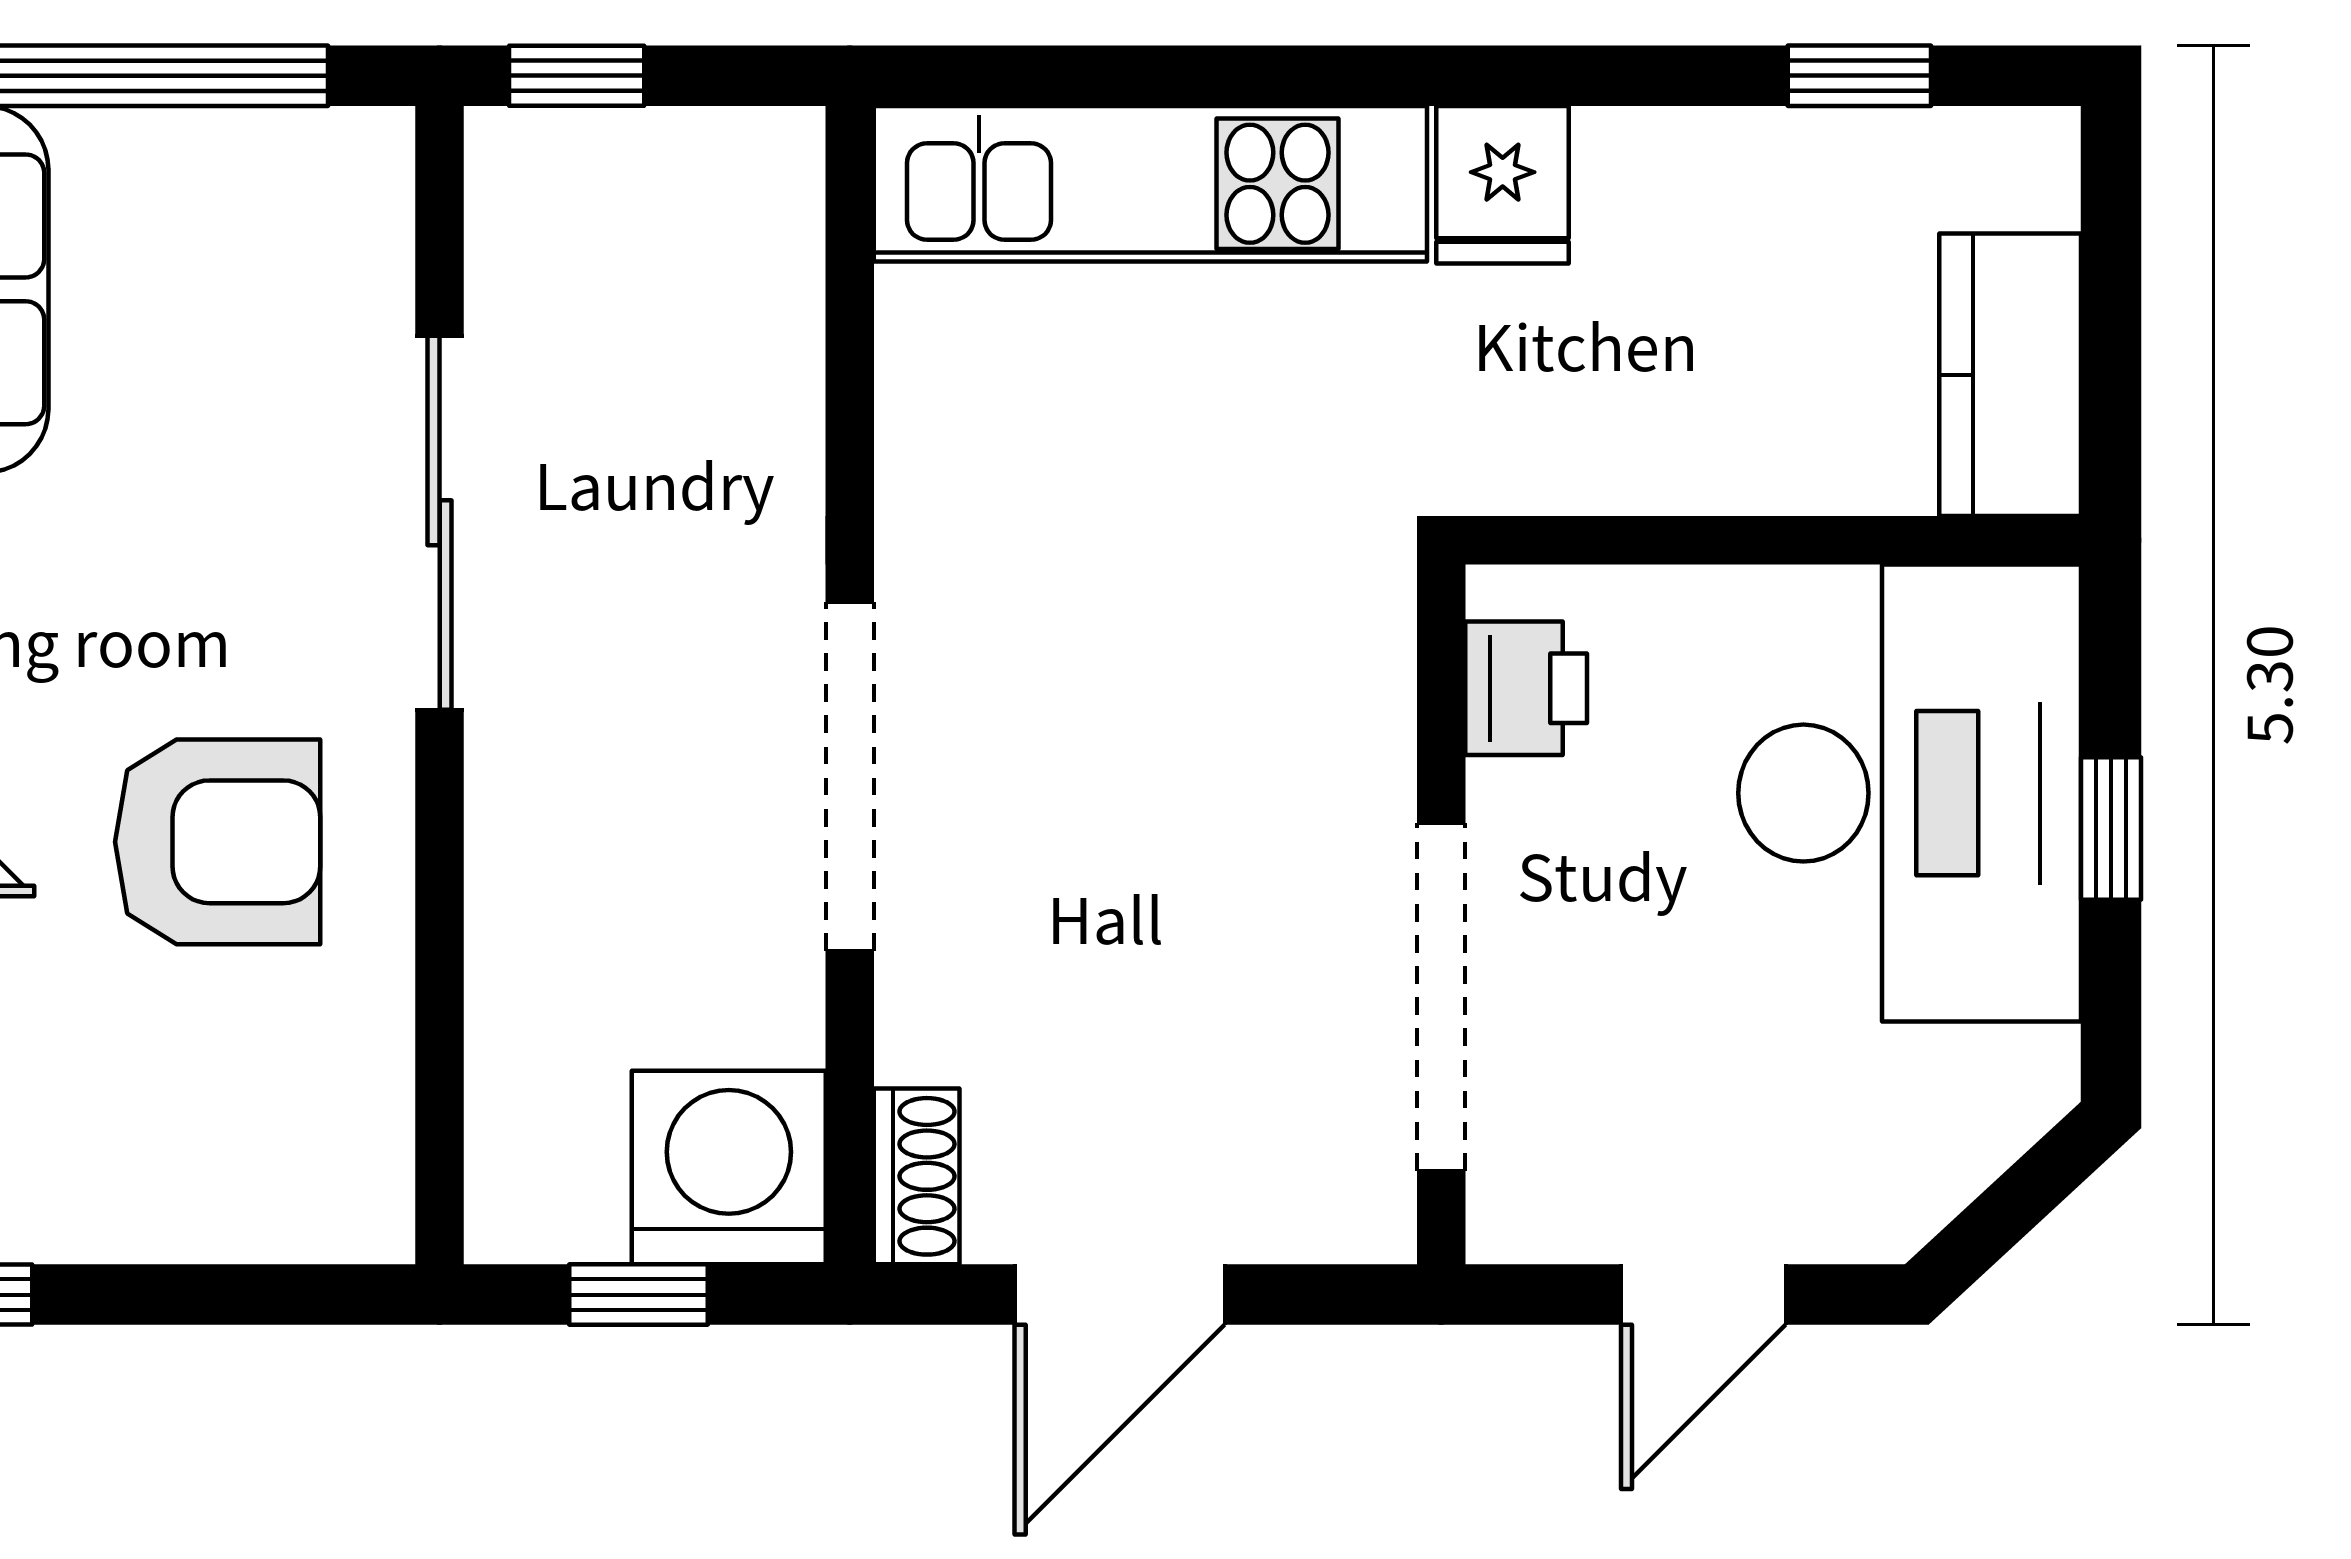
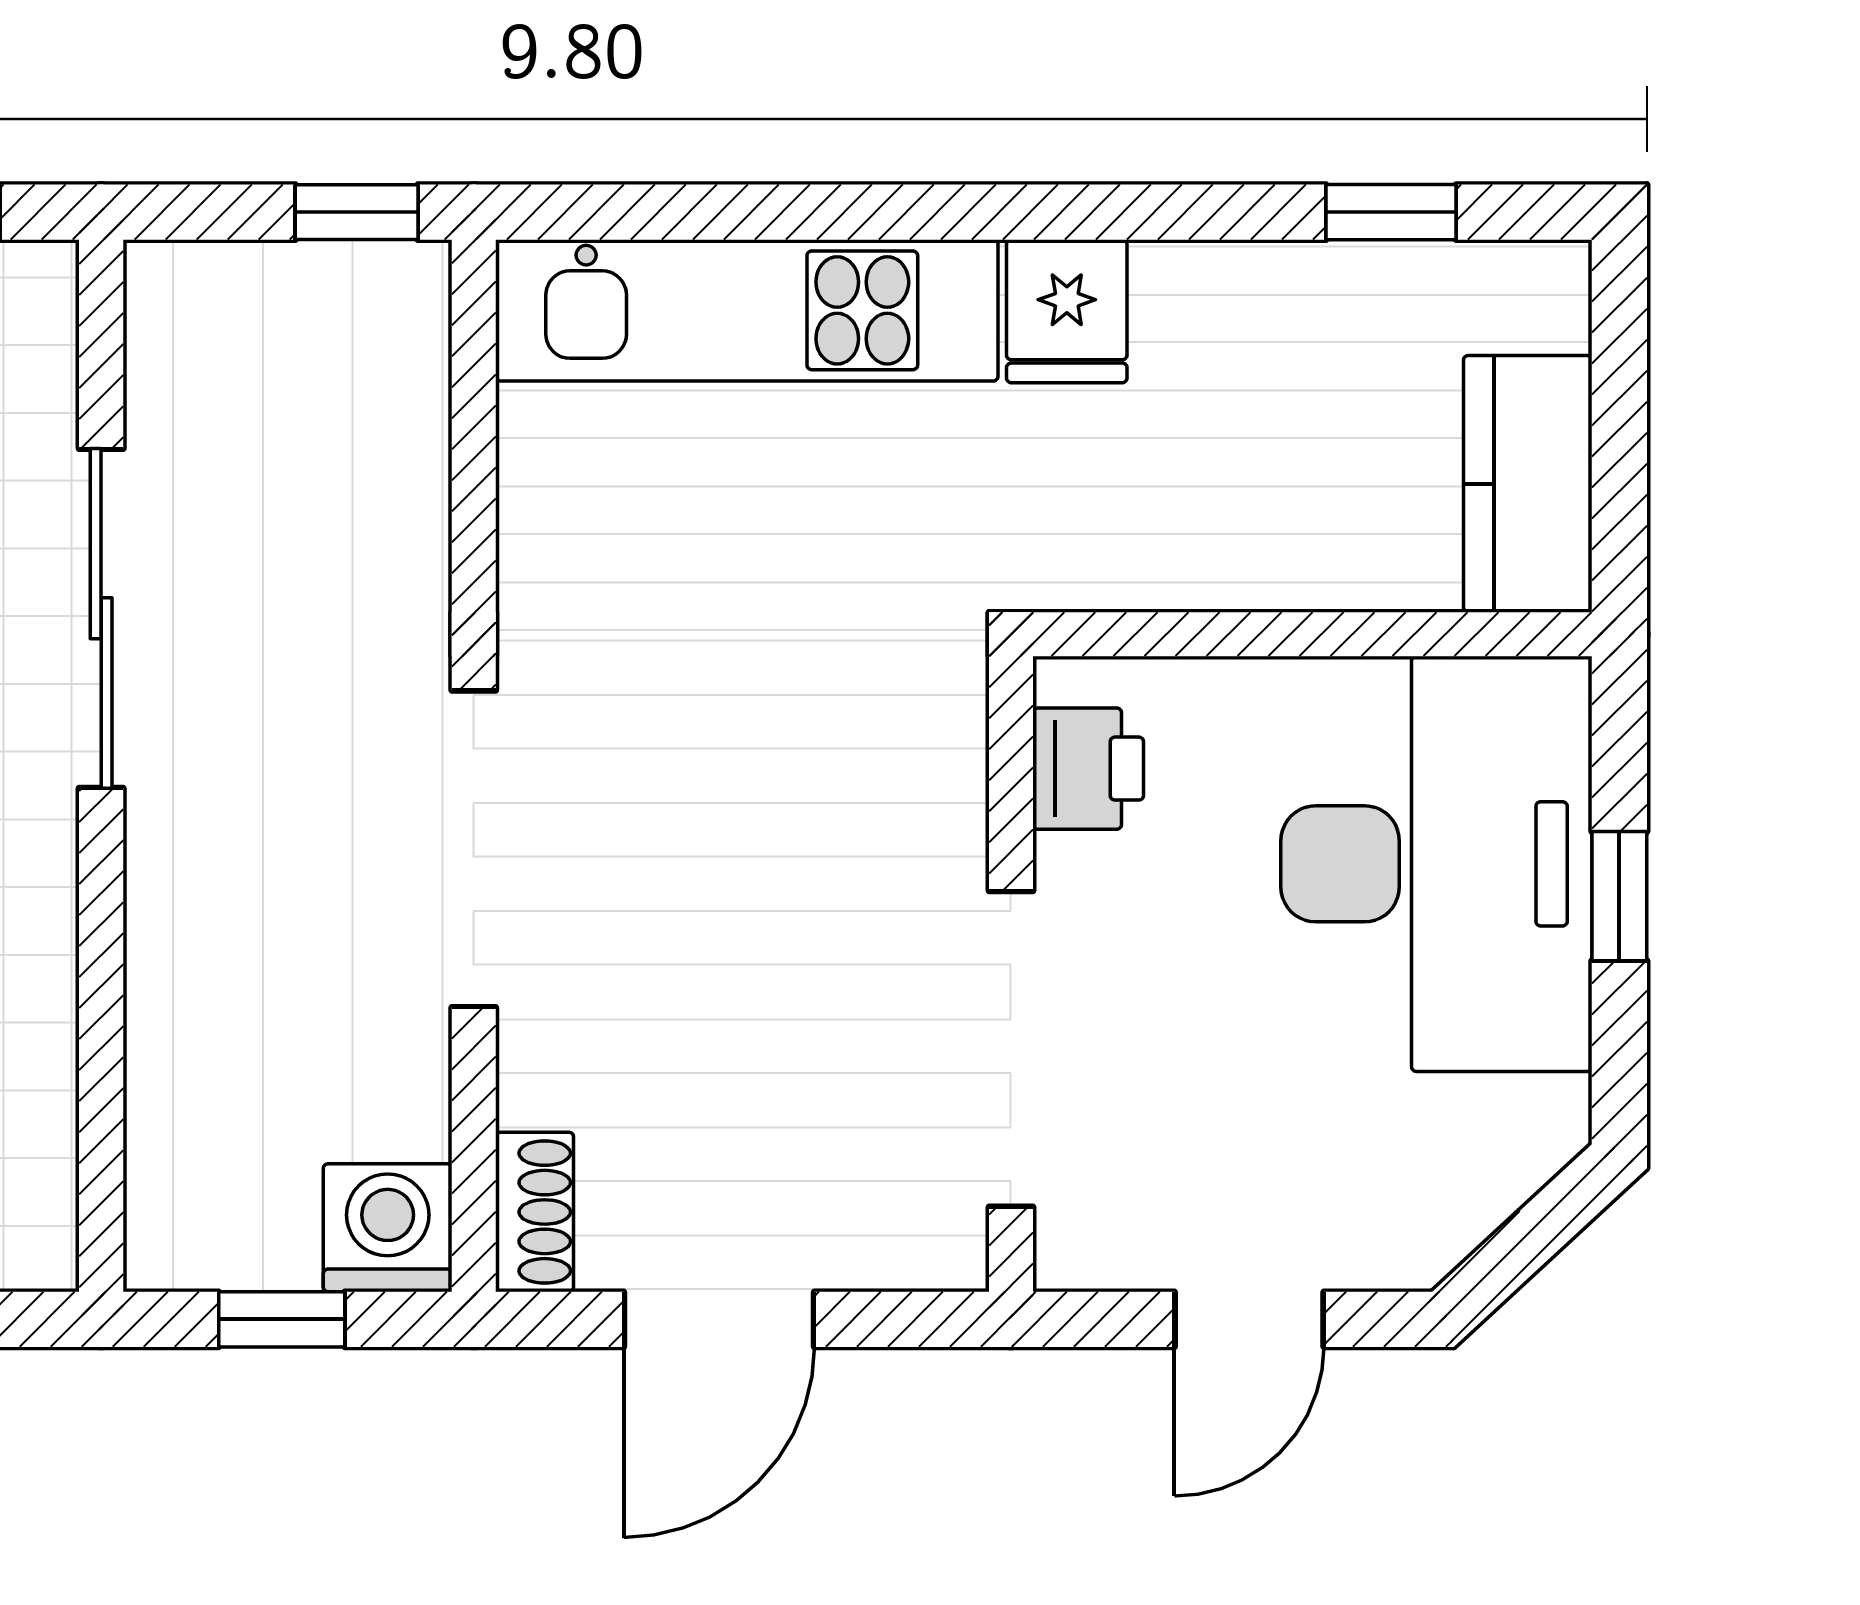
window: (577, 76) -> (357, 212), moved
washing machine: (729, 1167) -> (388, 1228), width x0.73, depth x0.73

